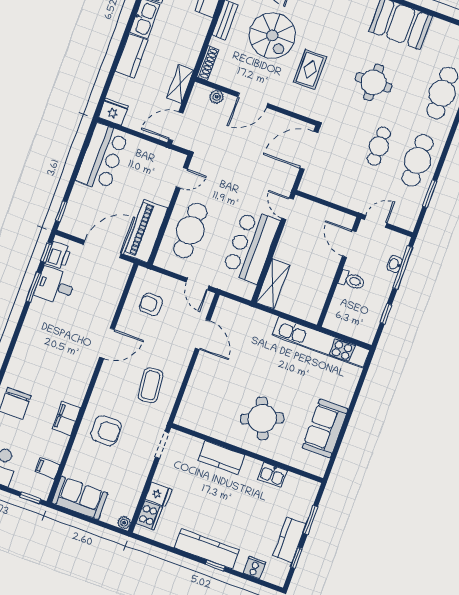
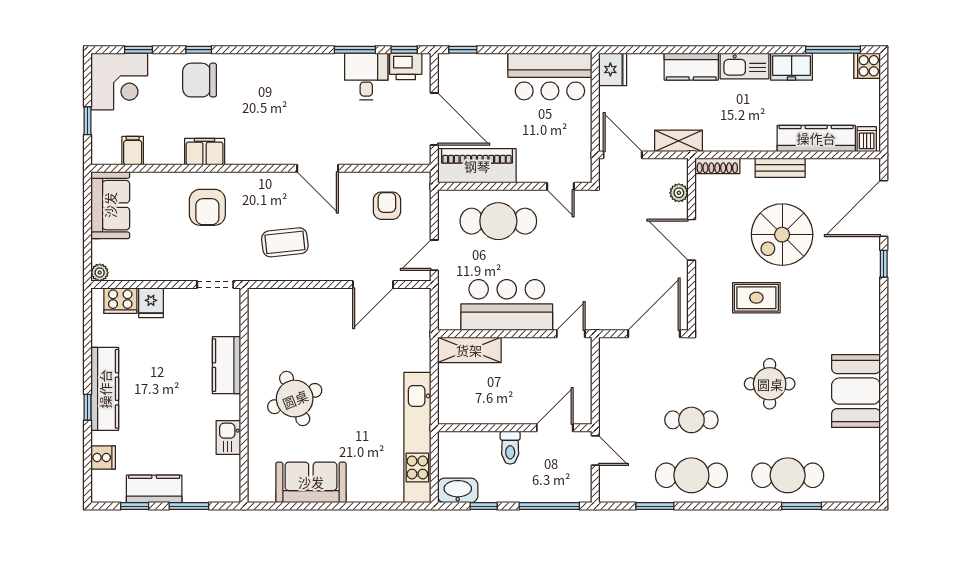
door: (309, 150) -> (654, 334), hinge flipped
washbasin: (395, 264) -> (458, 490), moved, width x1.91, depth x1.45
window: (30, 498) -> (88, 121), moved

